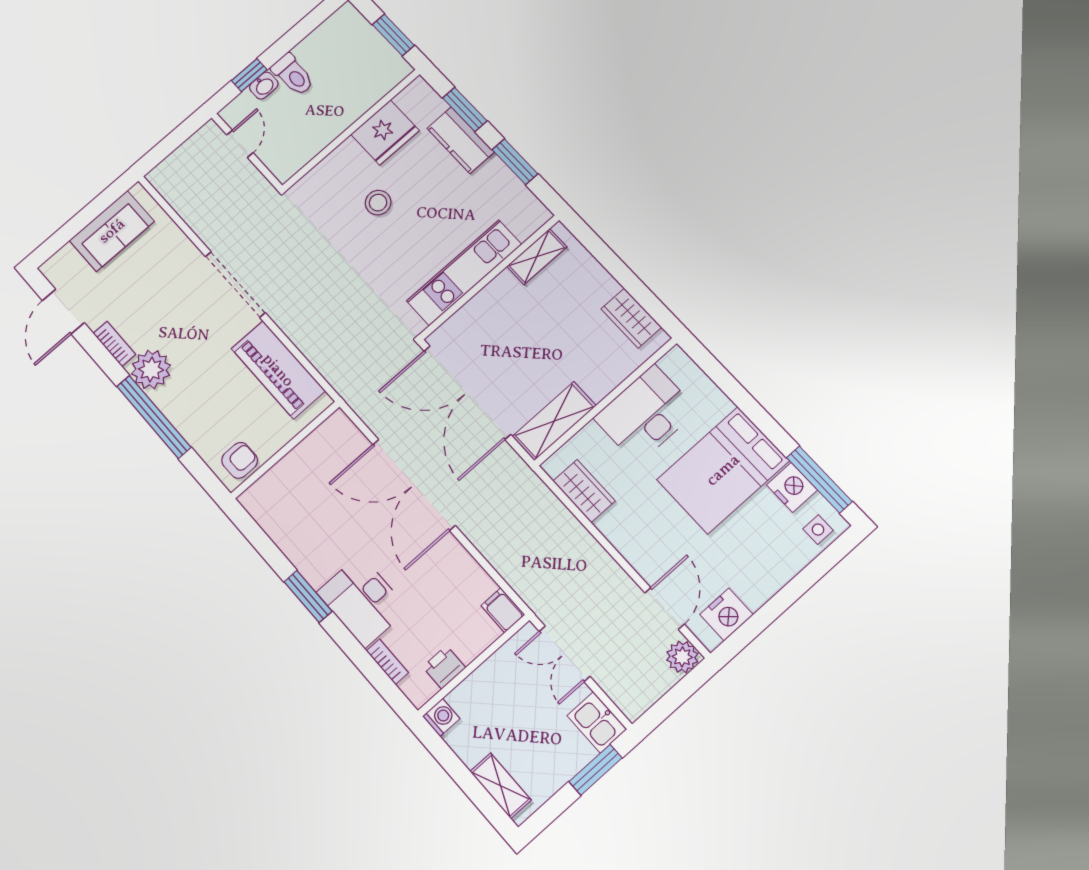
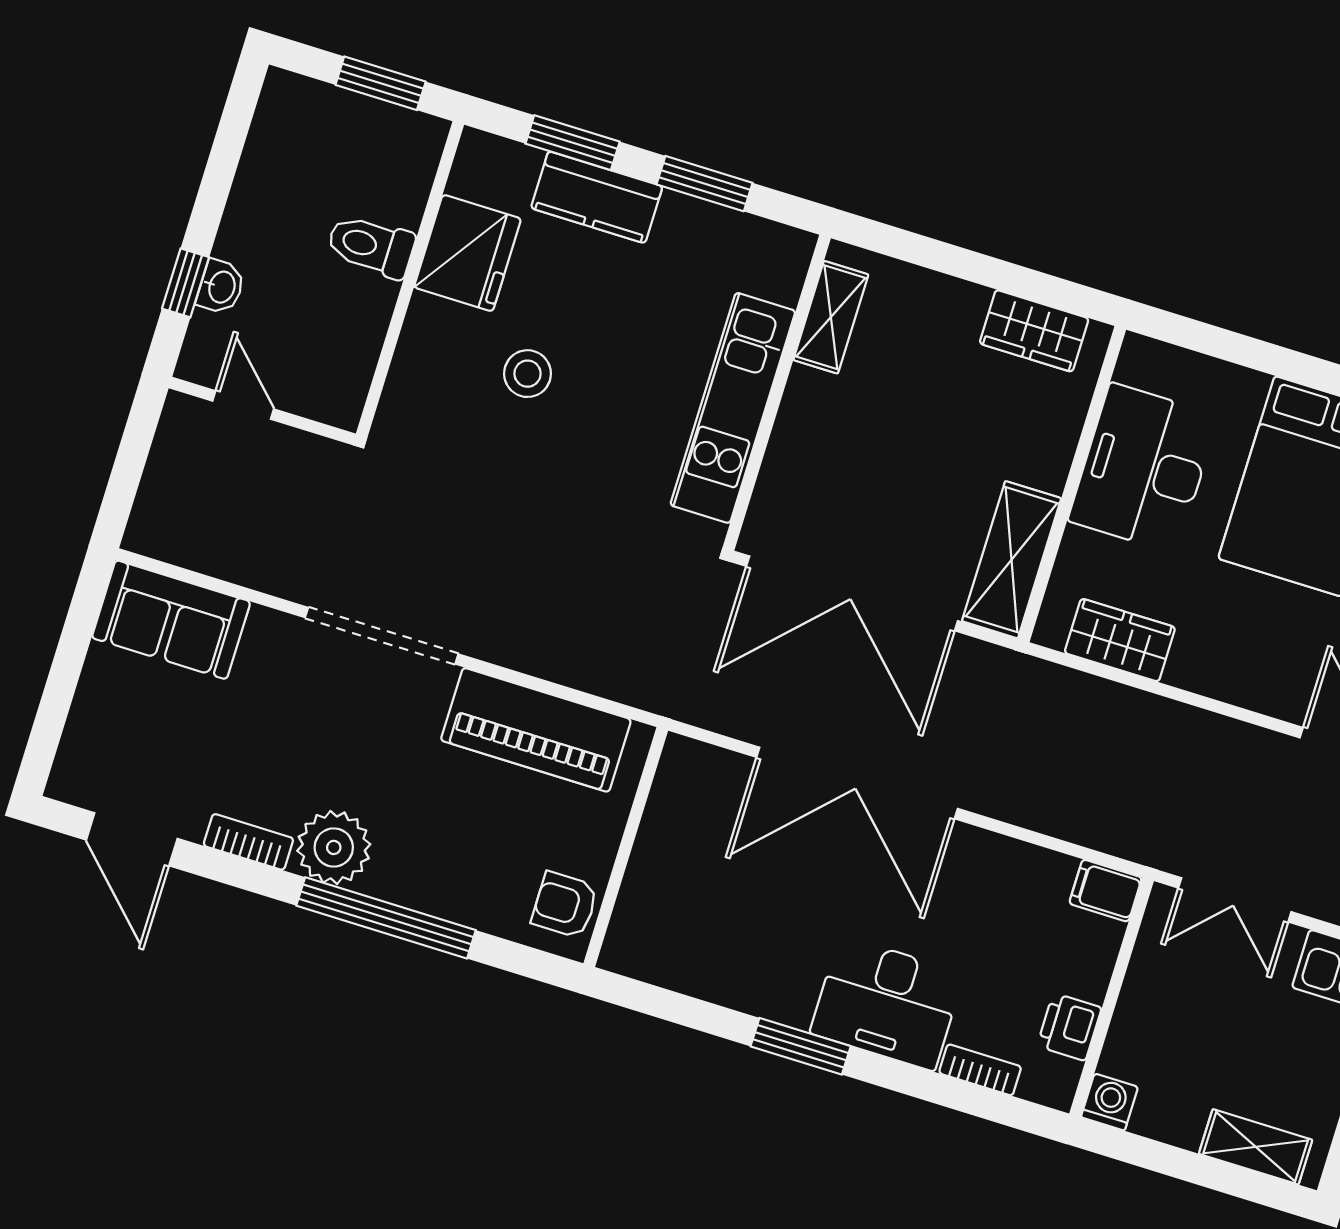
toilet: (293, 75) -> (371, 246), moved, turned 180
sofa: (112, 231) -> (171, 620), moved, turned 90
armchair: (240, 460) -> (565, 905), turned -90

